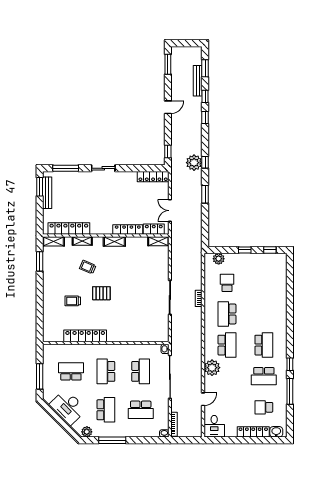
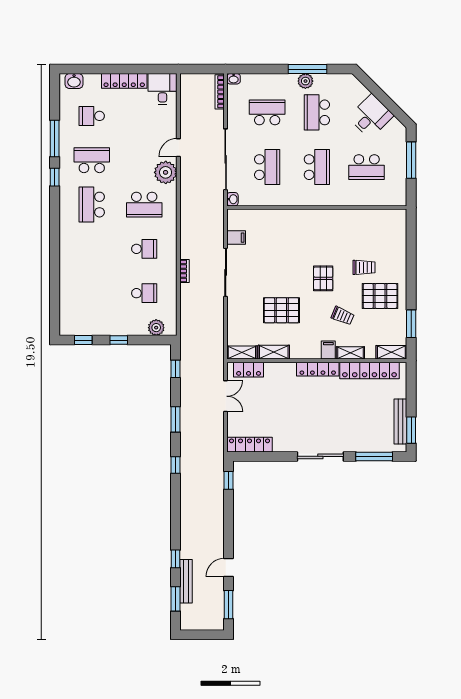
door: (168, 107) -> (228, 568), moved
window: (205, 117) -> (175, 369), moved
plant: (194, 163) -> (191, 464), removed
sliding door: (103, 168) -> (320, 456), width x1.37
locker: (128, 230) -> (318, 369), moved
shelving: (114, 241) -> (274, 352), moved
filing cabinet: (98, 243) -> (328, 350), added
pallet: (131, 271) -> (281, 310), added
pallet: (61, 281) -> (380, 296), added
school desk: (227, 283) -> (144, 293), turned -90
pallet: (101, 293) -> (323, 278), turned 90
school desk: (227, 314) -> (144, 249), width x0.54
filing cabinet: (162, 322) -> (236, 238), added
locker: (85, 336) -> (346, 218), removed
school desk: (227, 345) -> (144, 205), turned -90
school desk: (141, 371) -> (267, 167), turned 180
door: (203, 399) -> (178, 148), moved
desk: (68, 407) -> (371, 116), width x0.73
school desk: (264, 407) -> (92, 116), turned 180
plant: (87, 432) -> (305, 81), moved
locker: (253, 432) -> (124, 81), moved

